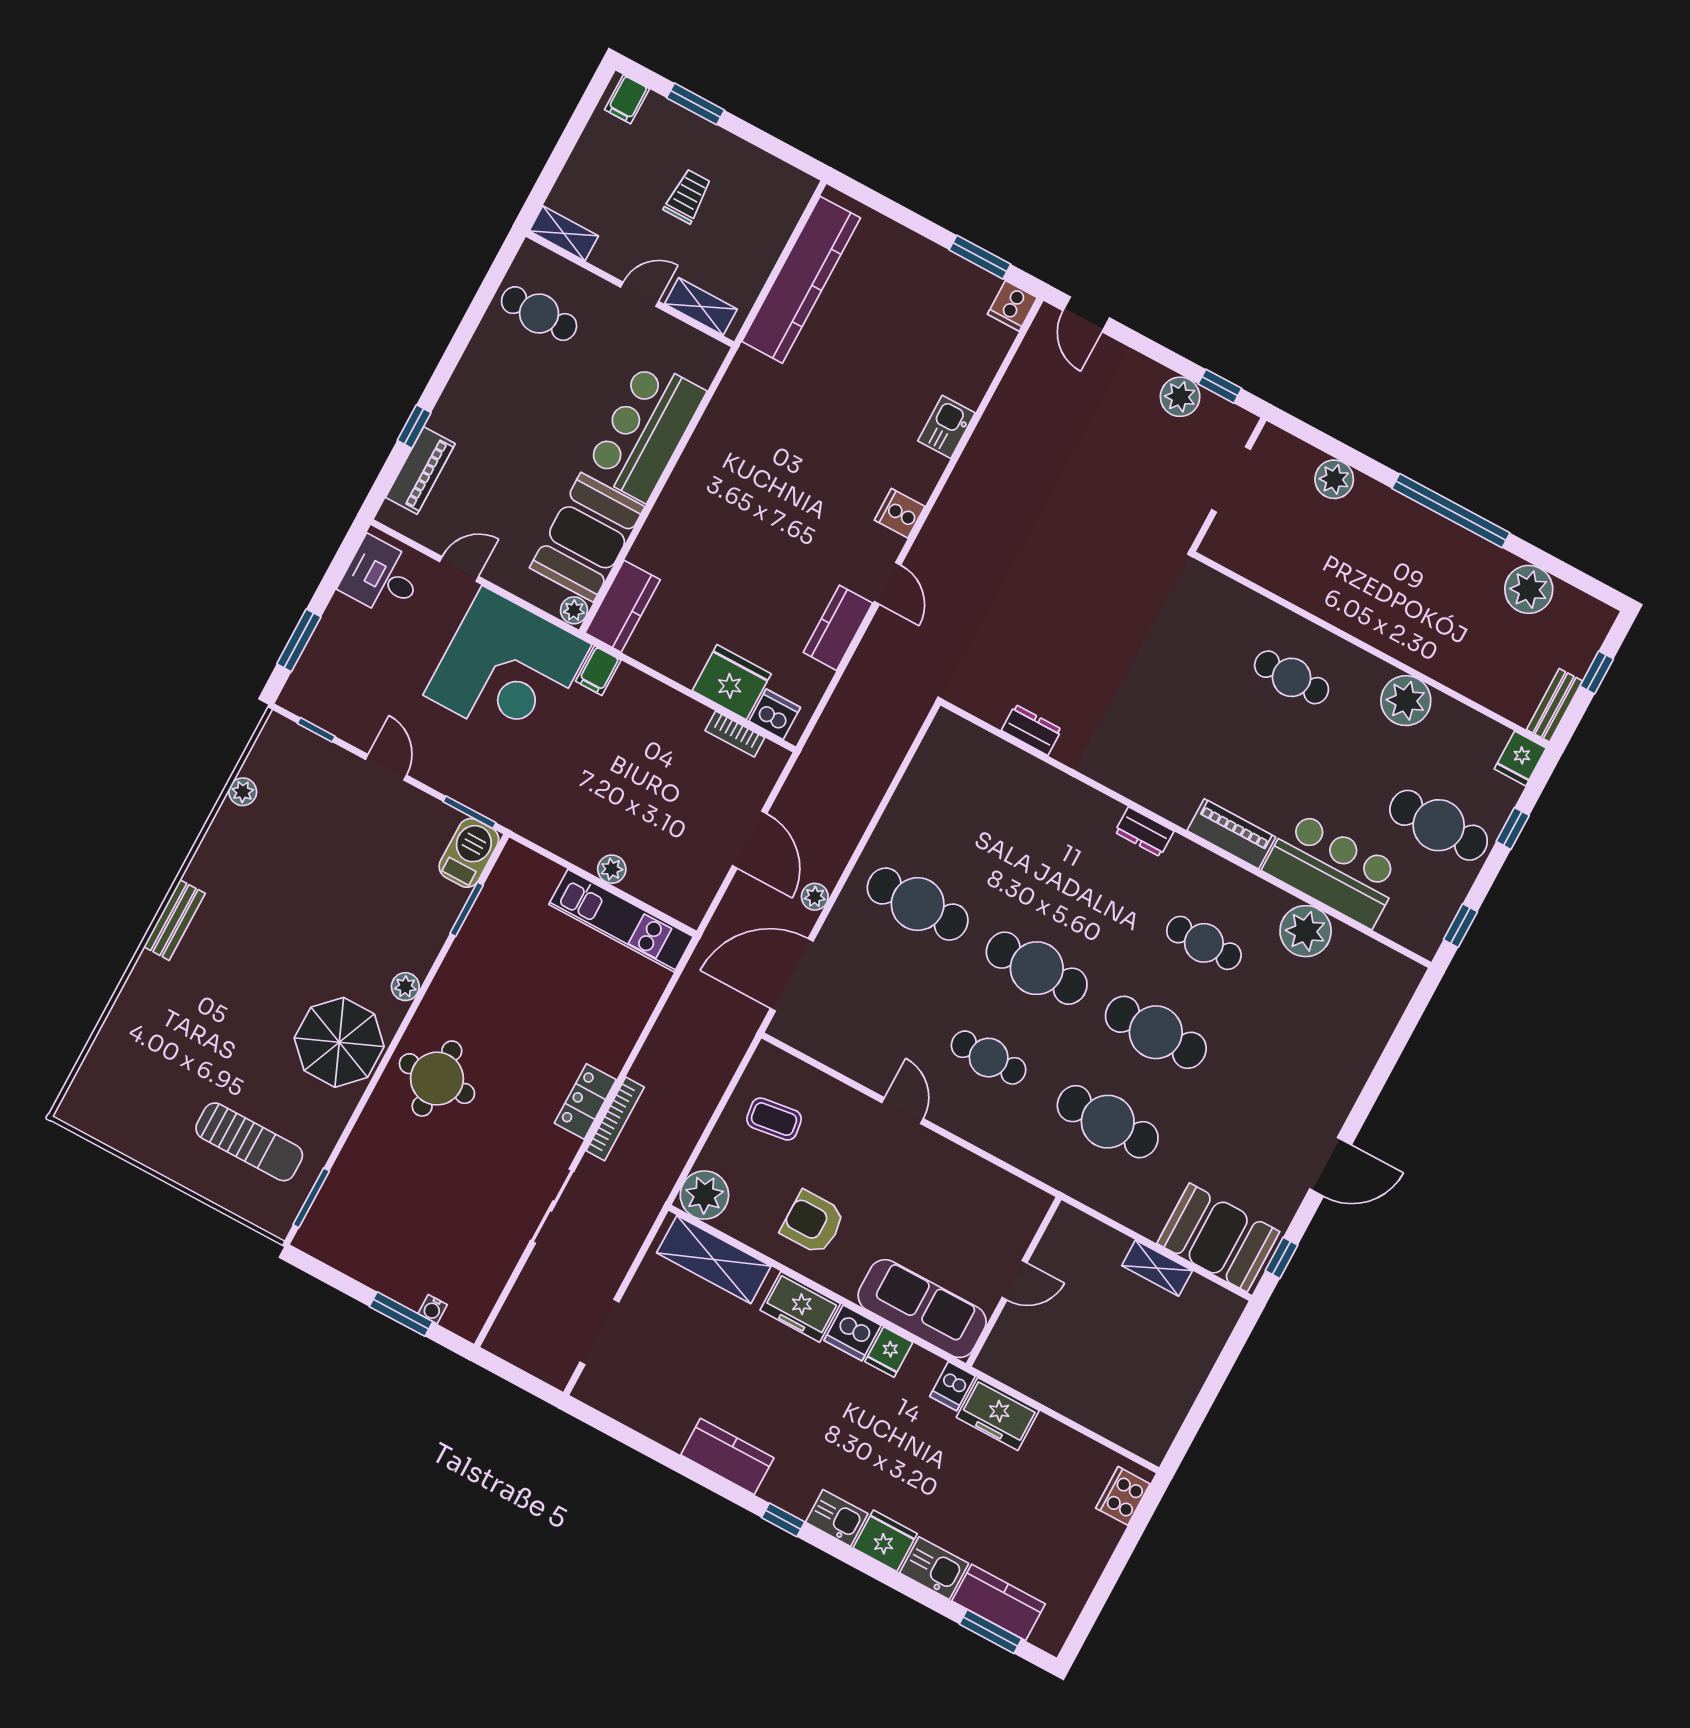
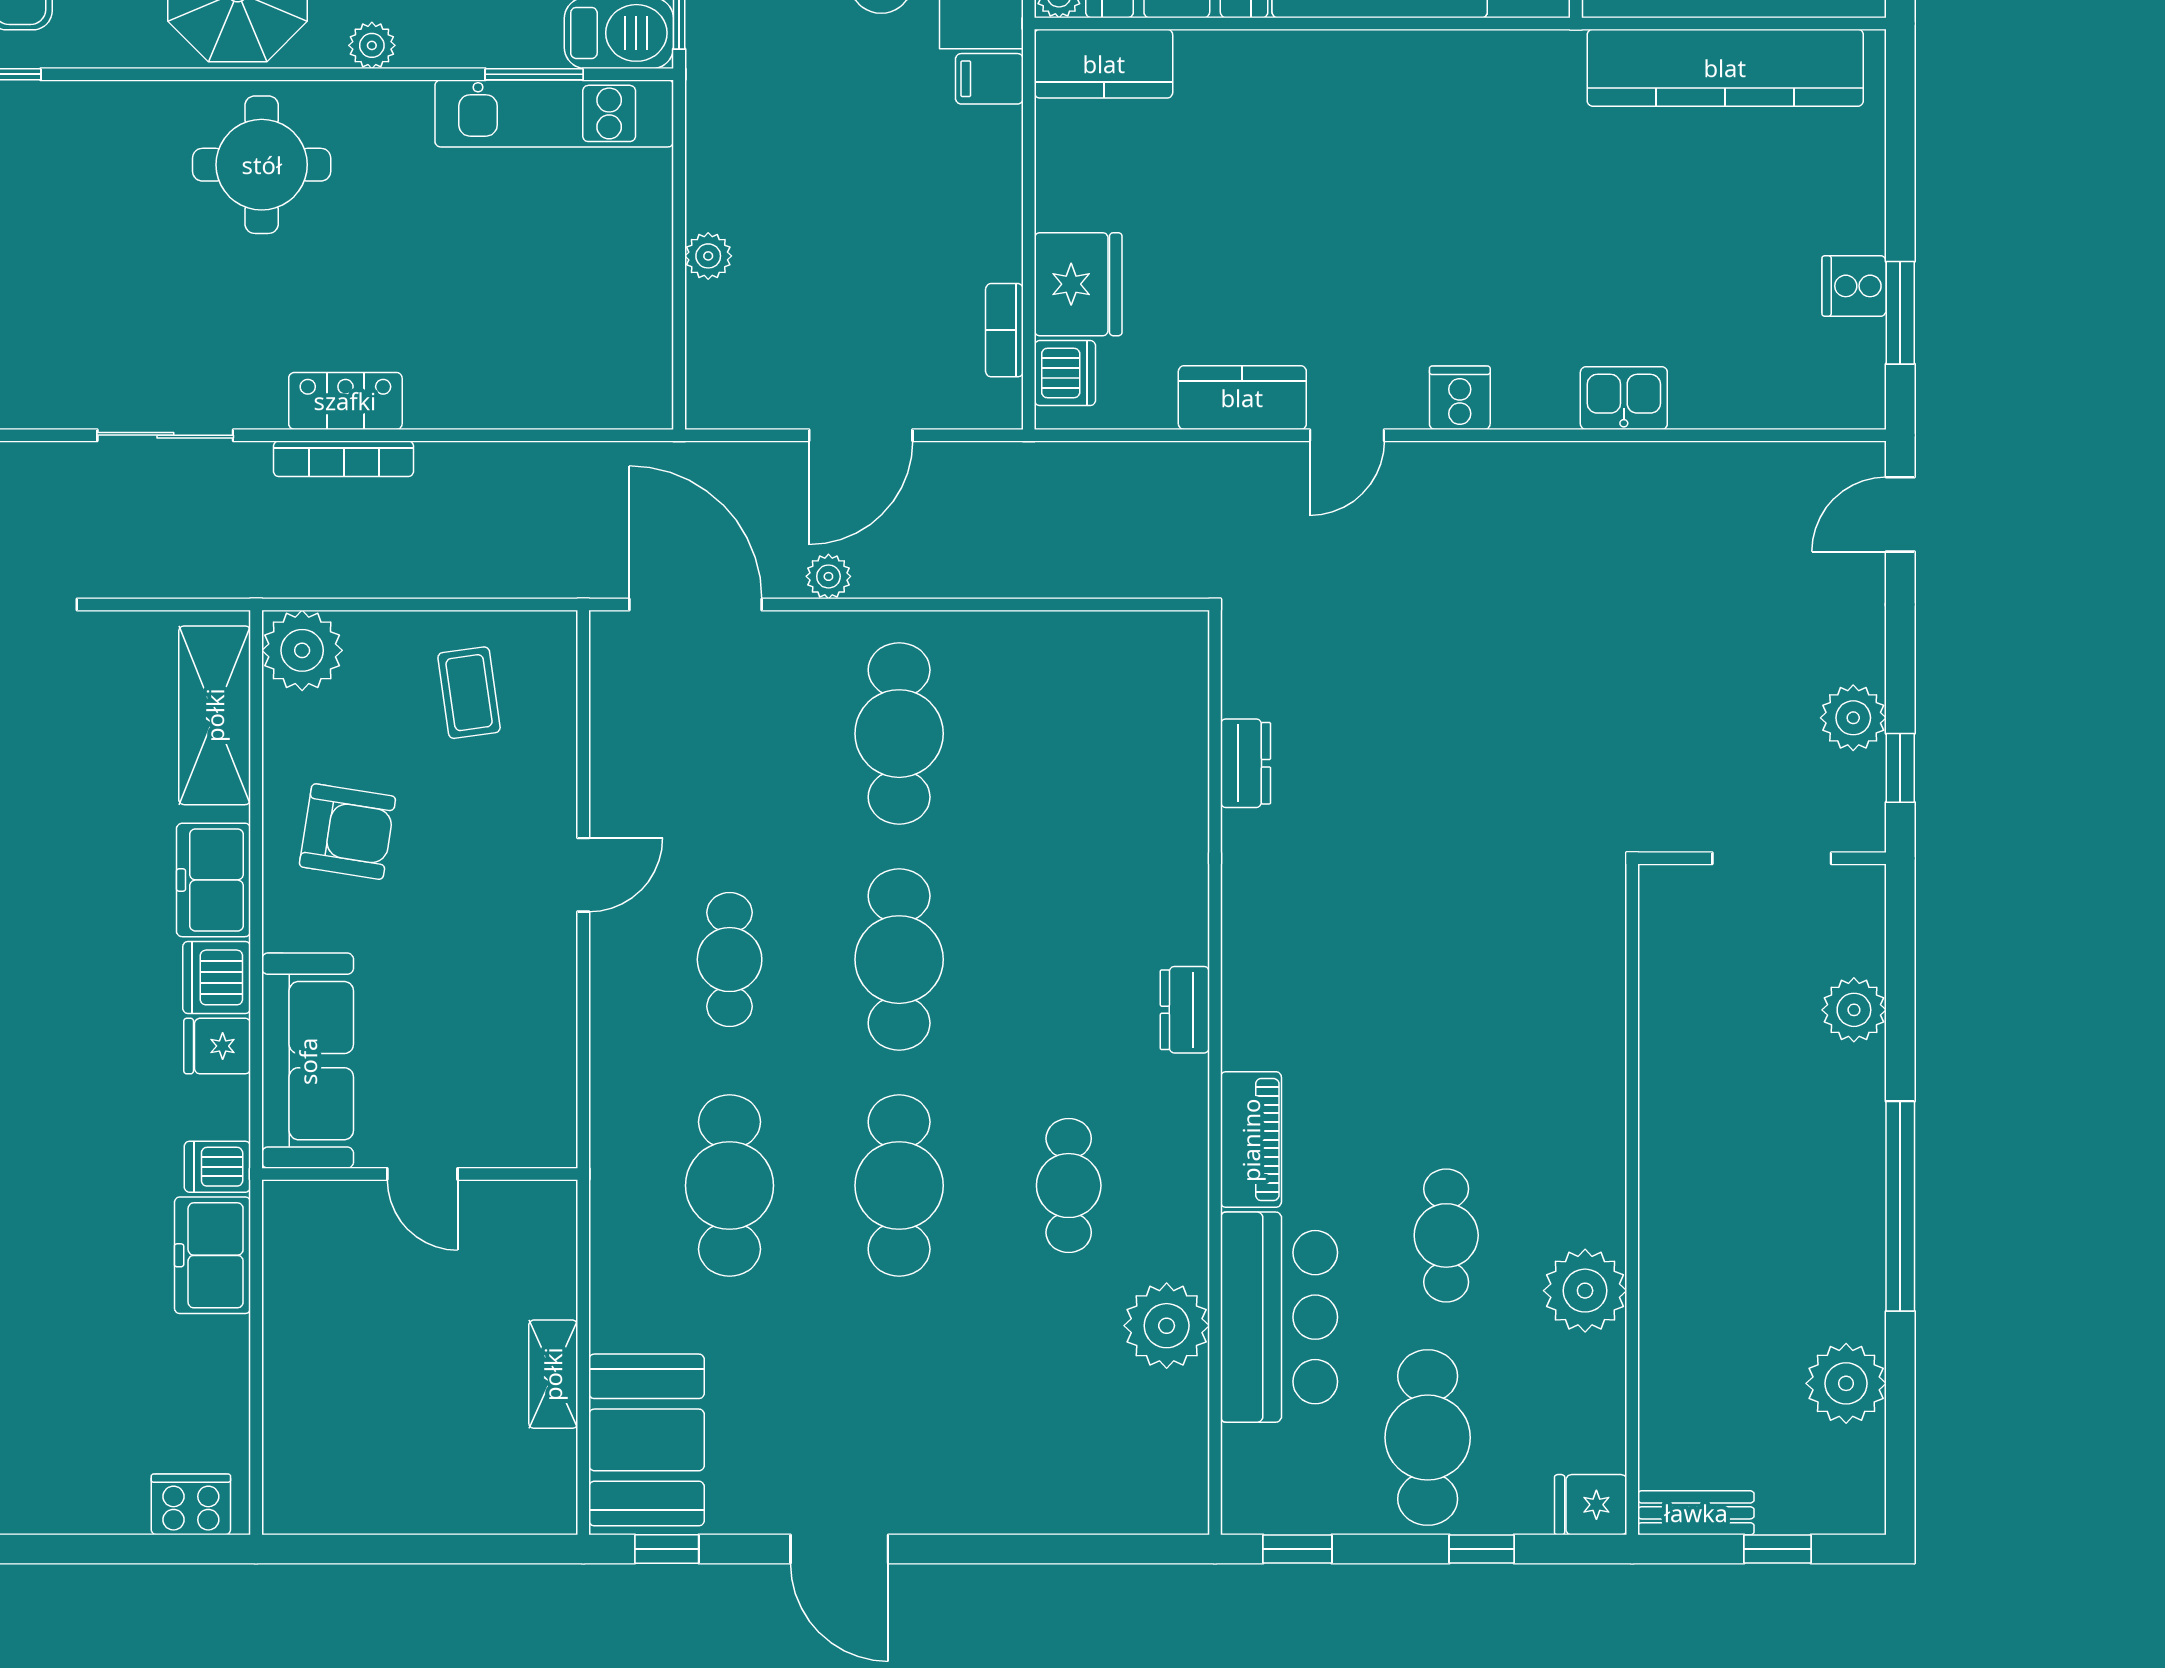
cooker: (1012, 306) -> (1854, 286), moved
cafe table: (1292, 677) -> (1446, 1235), moved
kitchen unit: (621, 921) -> (554, 113), moved, turned -90
armchair: (813, 1223) -> (347, 832), turned 99

